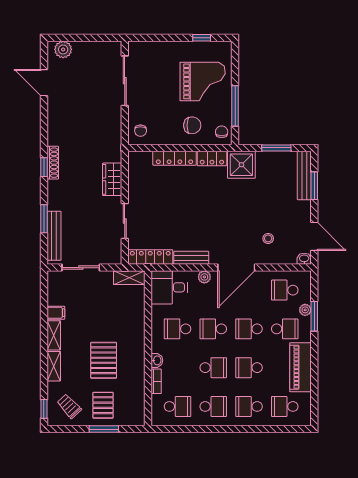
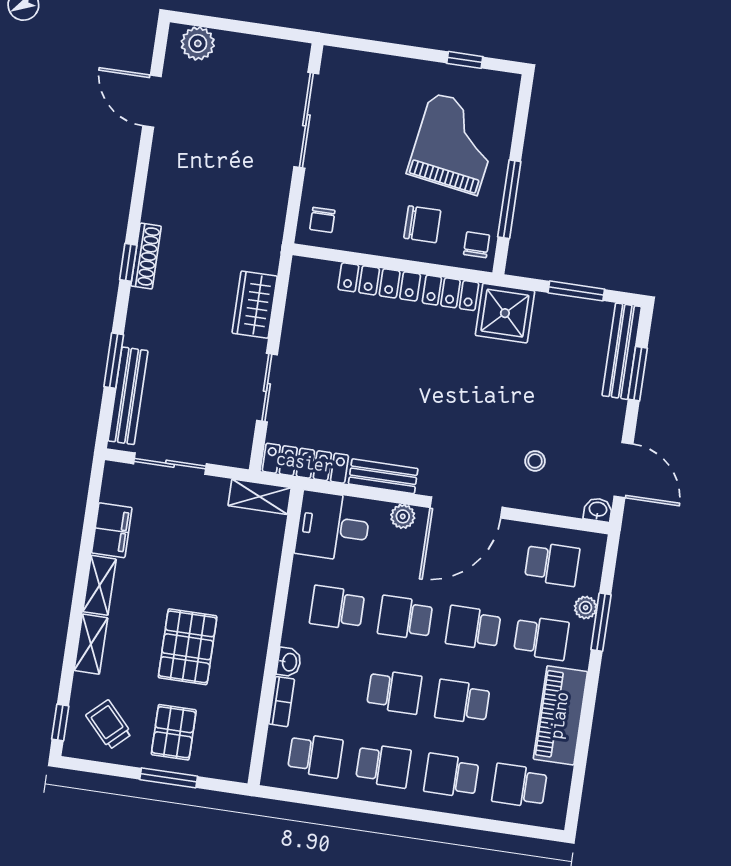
grand piano: (203, 81) -> (454, 144), turned -81
school desk: (285, 290) -> (552, 564), turned 180
filing cabinet: (56, 313) -> (112, 530), width x2.00

